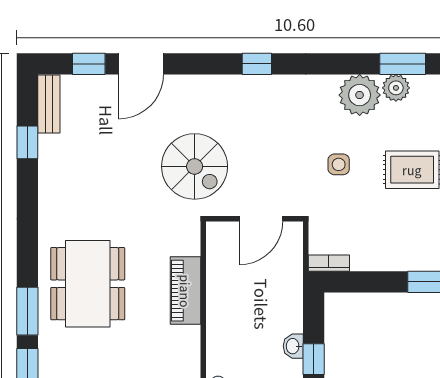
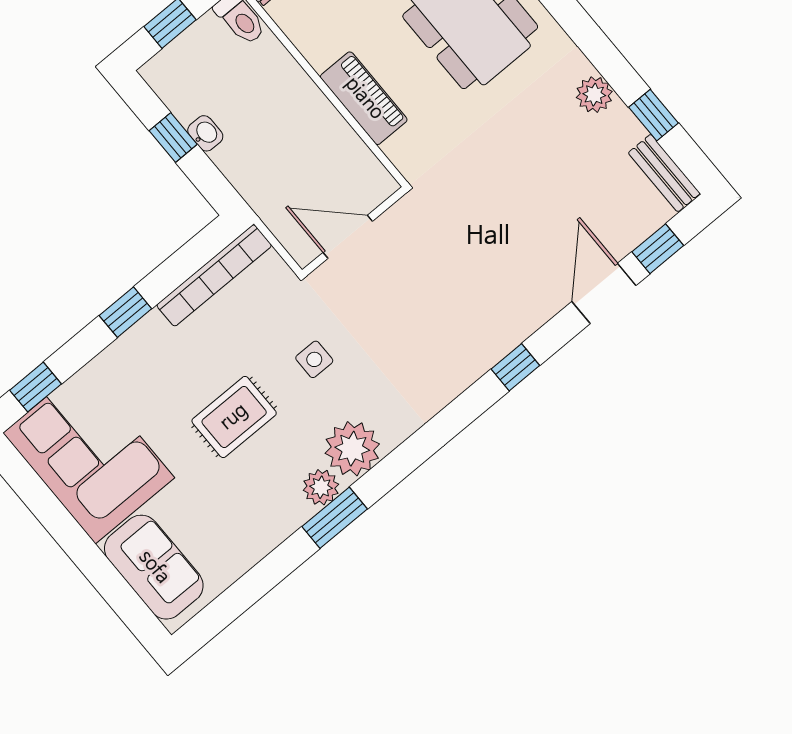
window: (257, 64) -> (515, 367), moved
spiral stairs: (195, 166) -> (461, 234), removed
plant: (51, 182) -> (594, 95), added
door: (261, 219) -> (348, 237), hinge flipped
bookcase: (329, 263) -> (214, 275), width x2.31, depth x1.31

